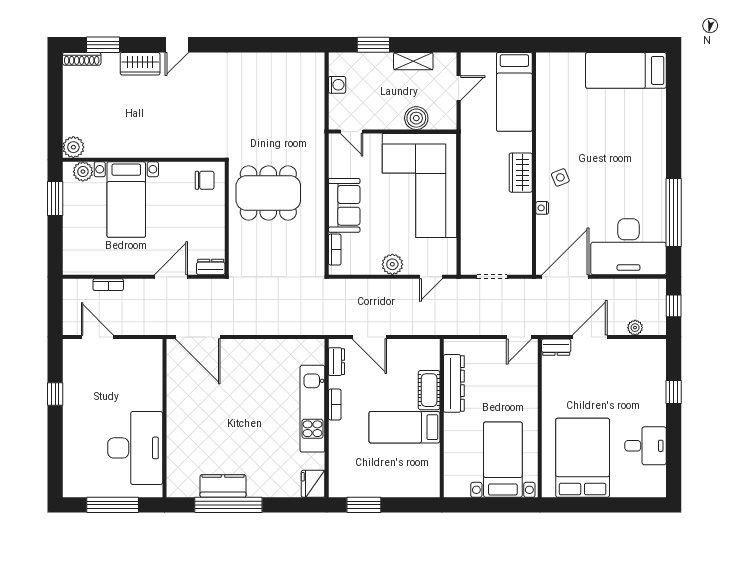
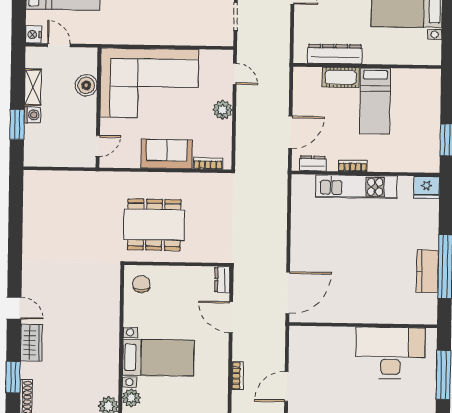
nightstand: (470, 61) -> (33, 34), added
washing machine: (337, 85) -> (32, 115), moved, turned 90
dining table: (268, 193) -> (154, 225), turned 90

